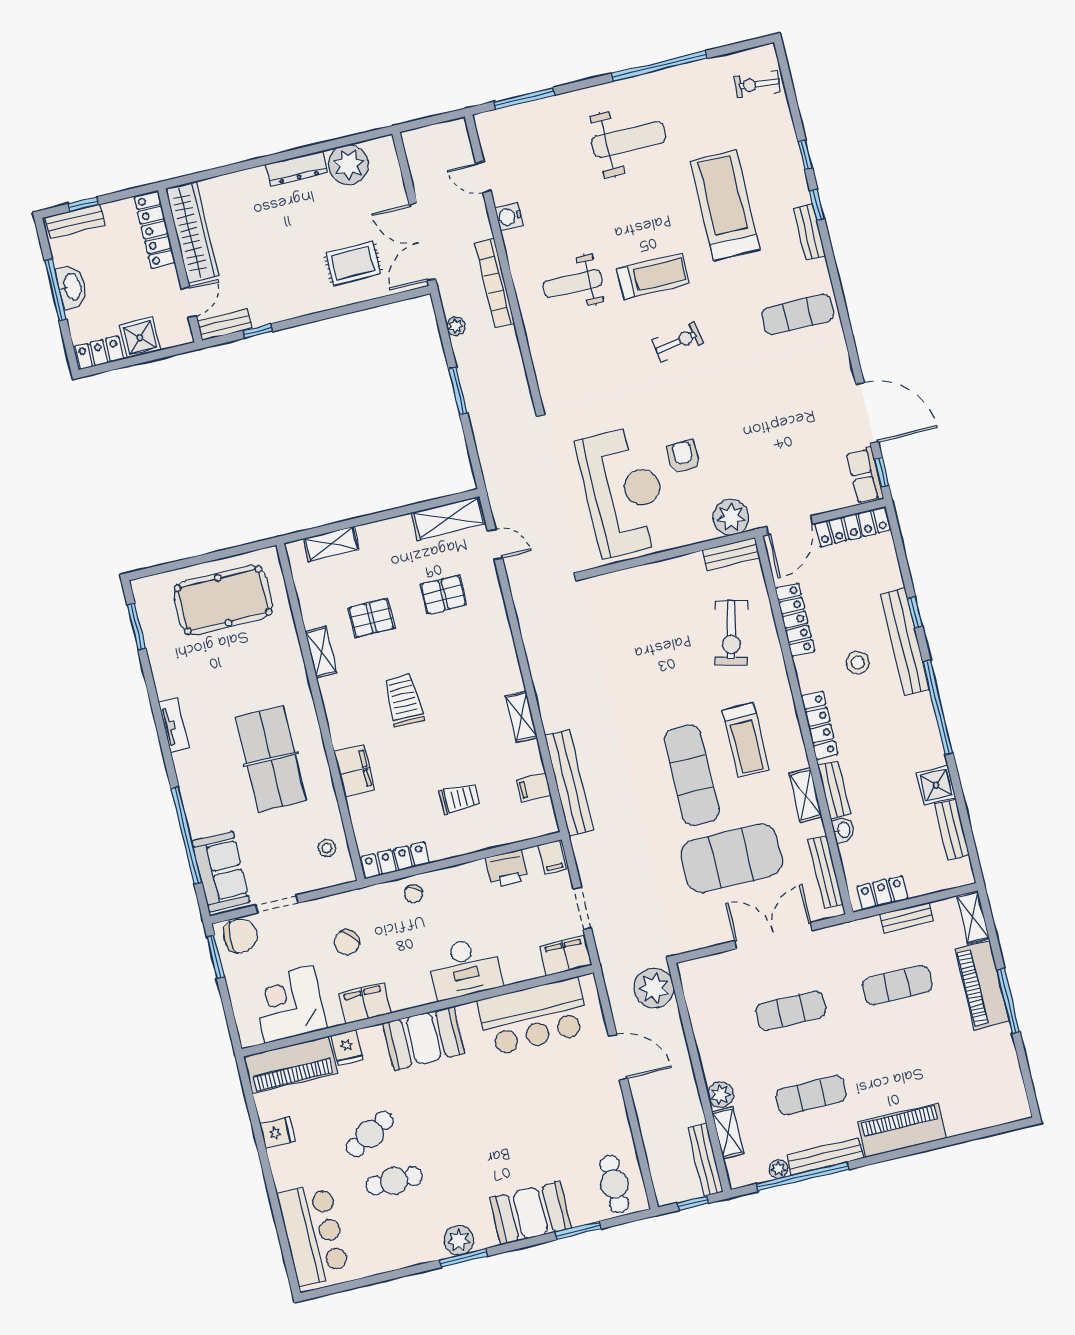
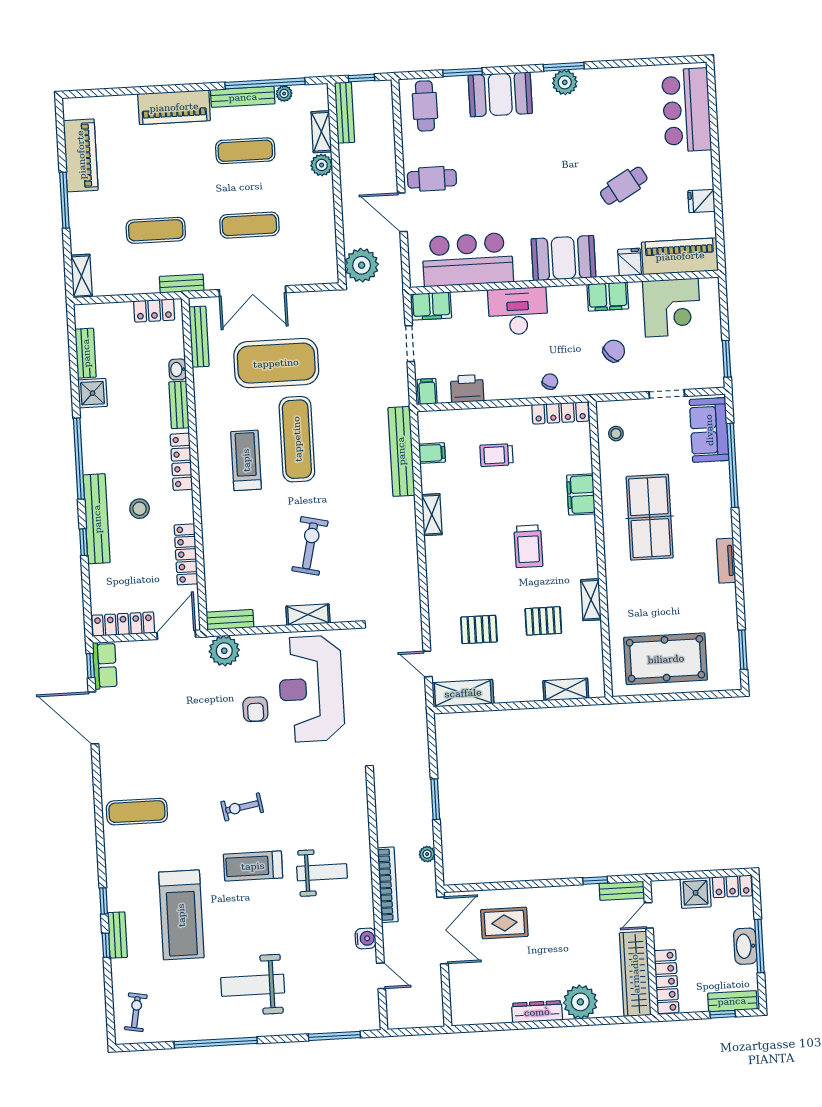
exercise bike: (757, 84) -> (136, 1012), turned -86
plant: (349, 165) -> (580, 1002), moved
bench: (809, 232) -> (117, 935), moved
exercise bike: (731, 633) -> (310, 546), moved
shelving: (805, 795) -> (308, 615), moved, turned 90
bench: (907, 917) -> (182, 284), moved
chair: (240, 936) -> (702, 373), removed
piano: (982, 986) -> (81, 155), moved
cafe table: (394, 1181) -> (432, 179), moved

